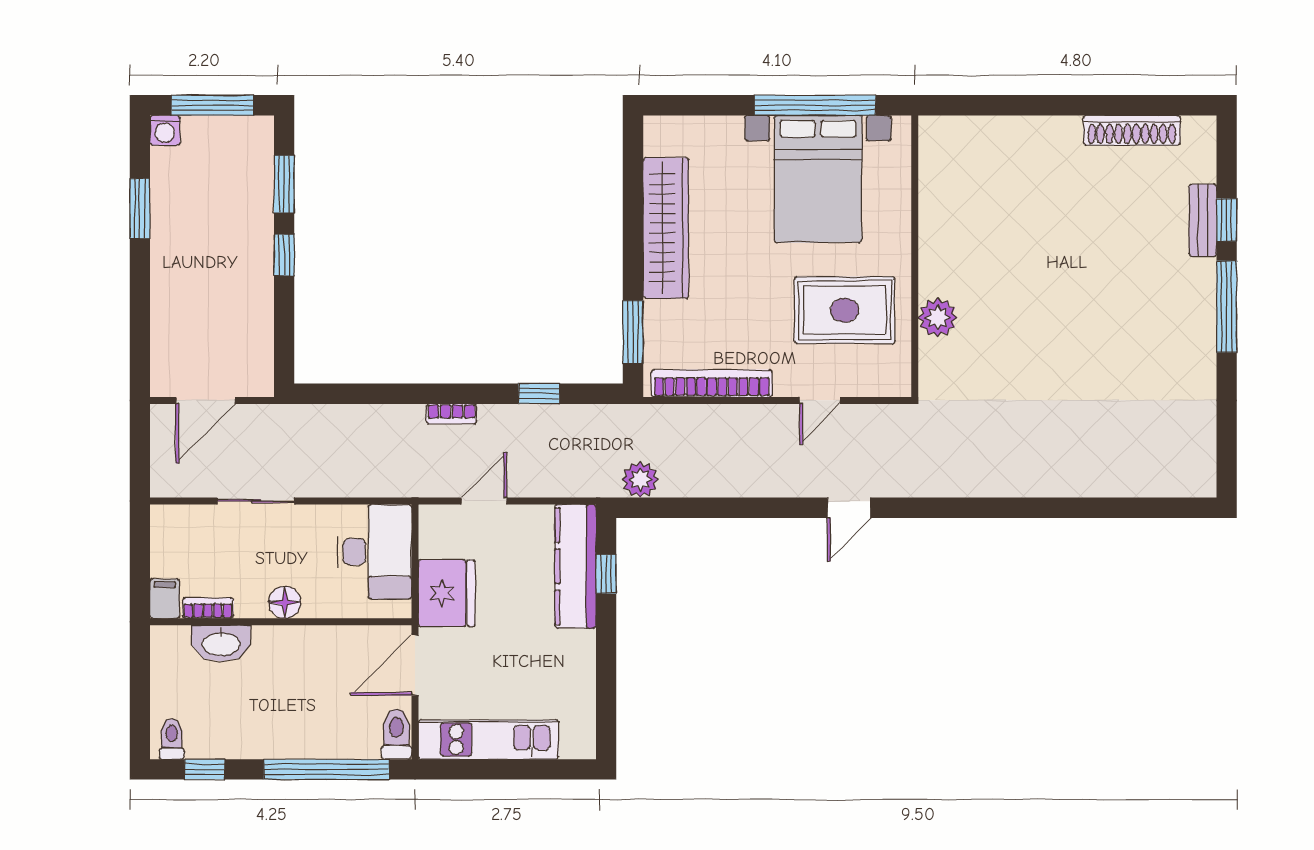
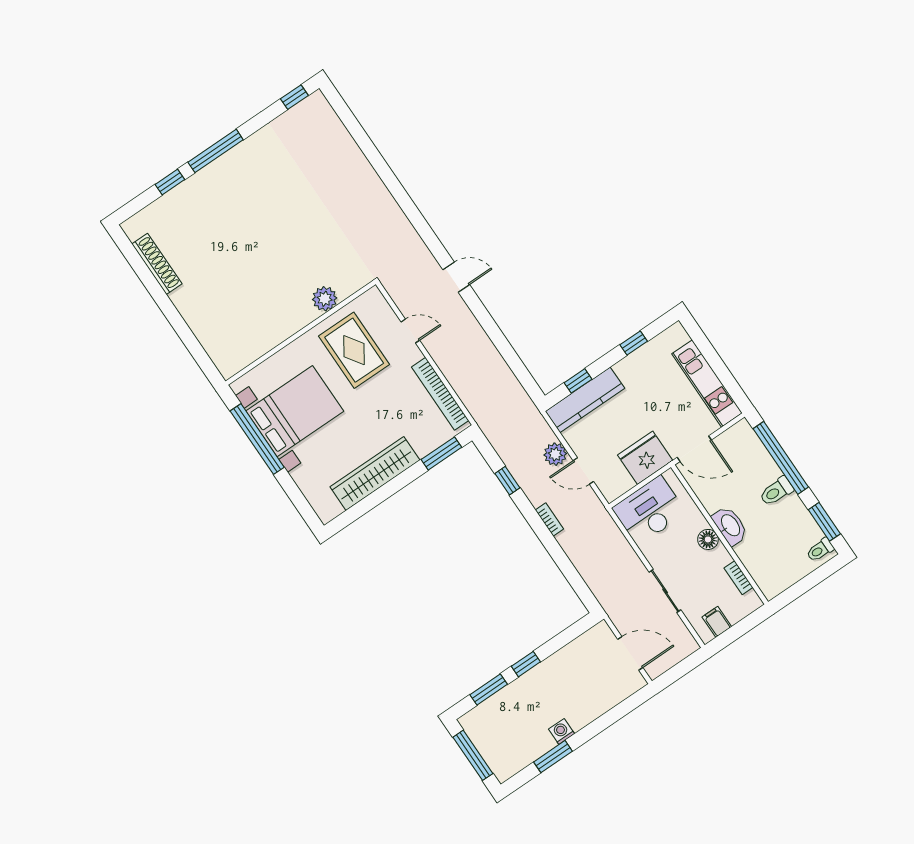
washing machine: (165, 130) -> (562, 731), moved, turned -90
bench: (1203, 220) -> (179, 194), removed
window: (1227, 457) -> (294, 97), added
plant: (640, 479) -> (555, 454), moved
filing cabinet: (165, 599) -> (717, 622), moved, turned 90
washbasin: (221, 643) -> (730, 526), moved
window: (606, 680) -> (634, 343), added
toilet: (396, 734) -> (776, 491), moved
window: (205, 769) -> (824, 522), width x1.50

